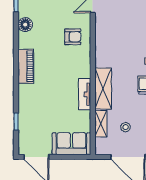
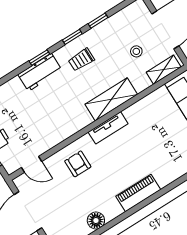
tv unit: (85, 94) -> (108, 128), moved
shelving: (101, 124) -> (164, 70), moved

